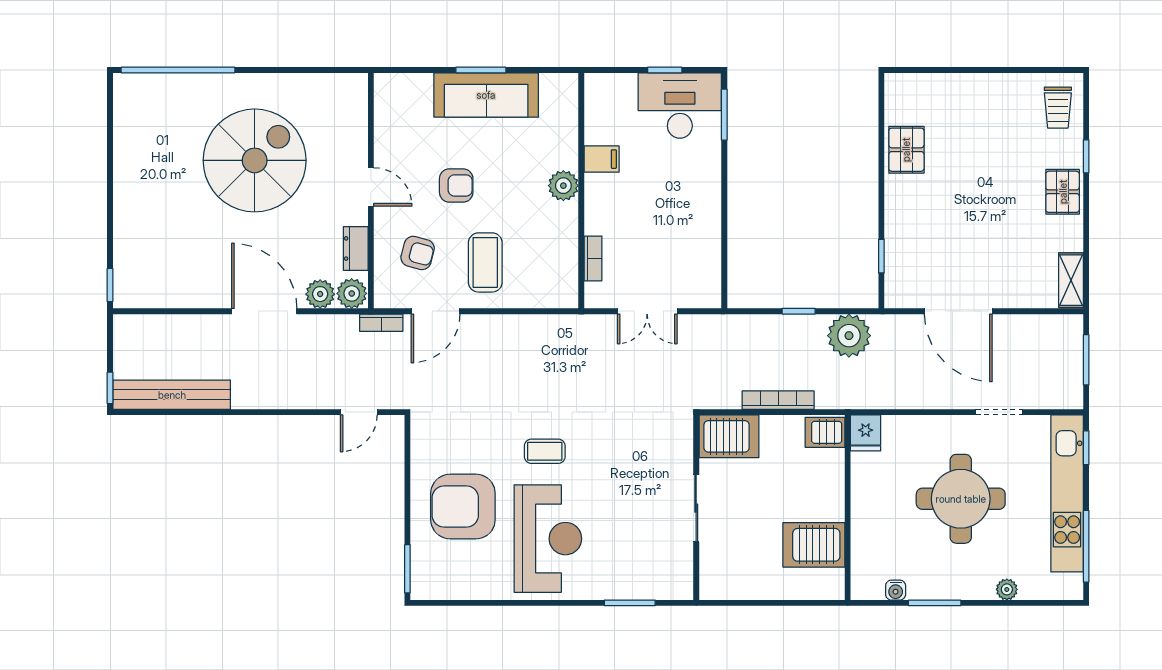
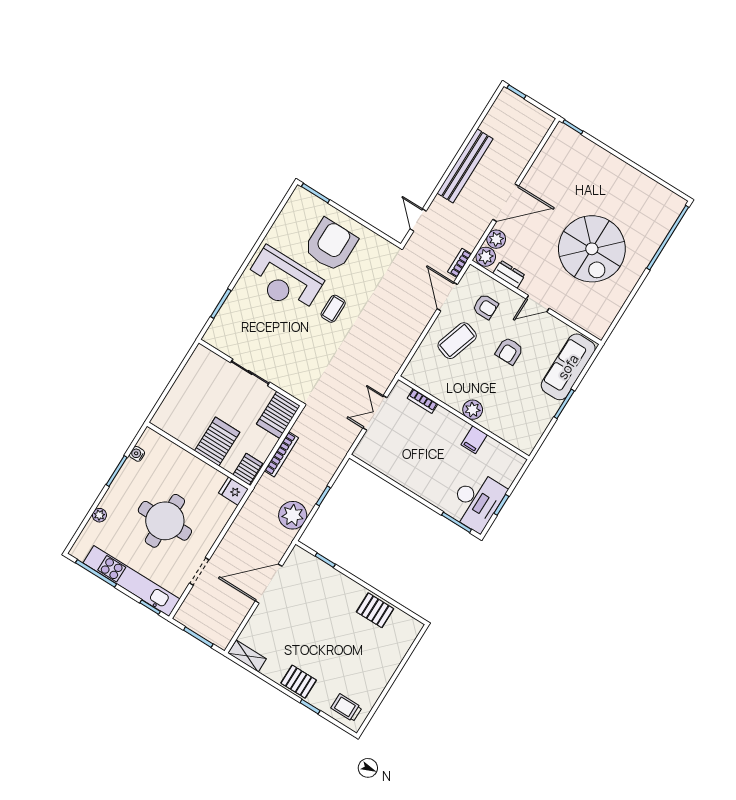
sofa: (486, 95) -> (568, 367), moved
armchair: (418, 253) -> (485, 307), turned -105
coffee table: (485, 262) -> (457, 341), turned -72
bench: (172, 395) -> (465, 166), moved
server rack: (814, 545) -> (217, 442), moved

